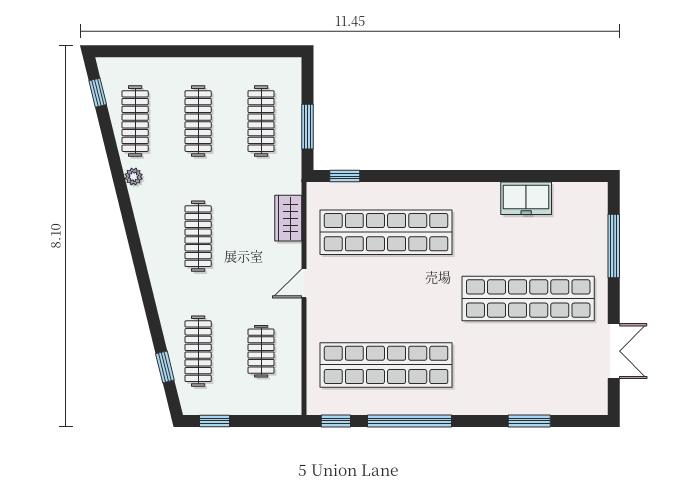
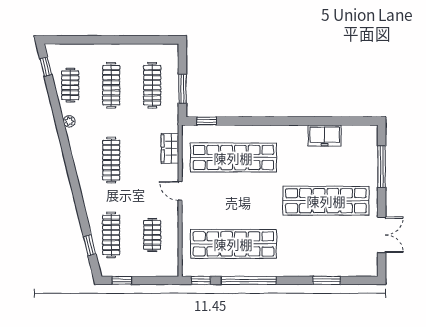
clothes rail: (135, 121) -> (70, 85), width x0.73
door: (304, 283) -> (180, 191), hinge flipped

